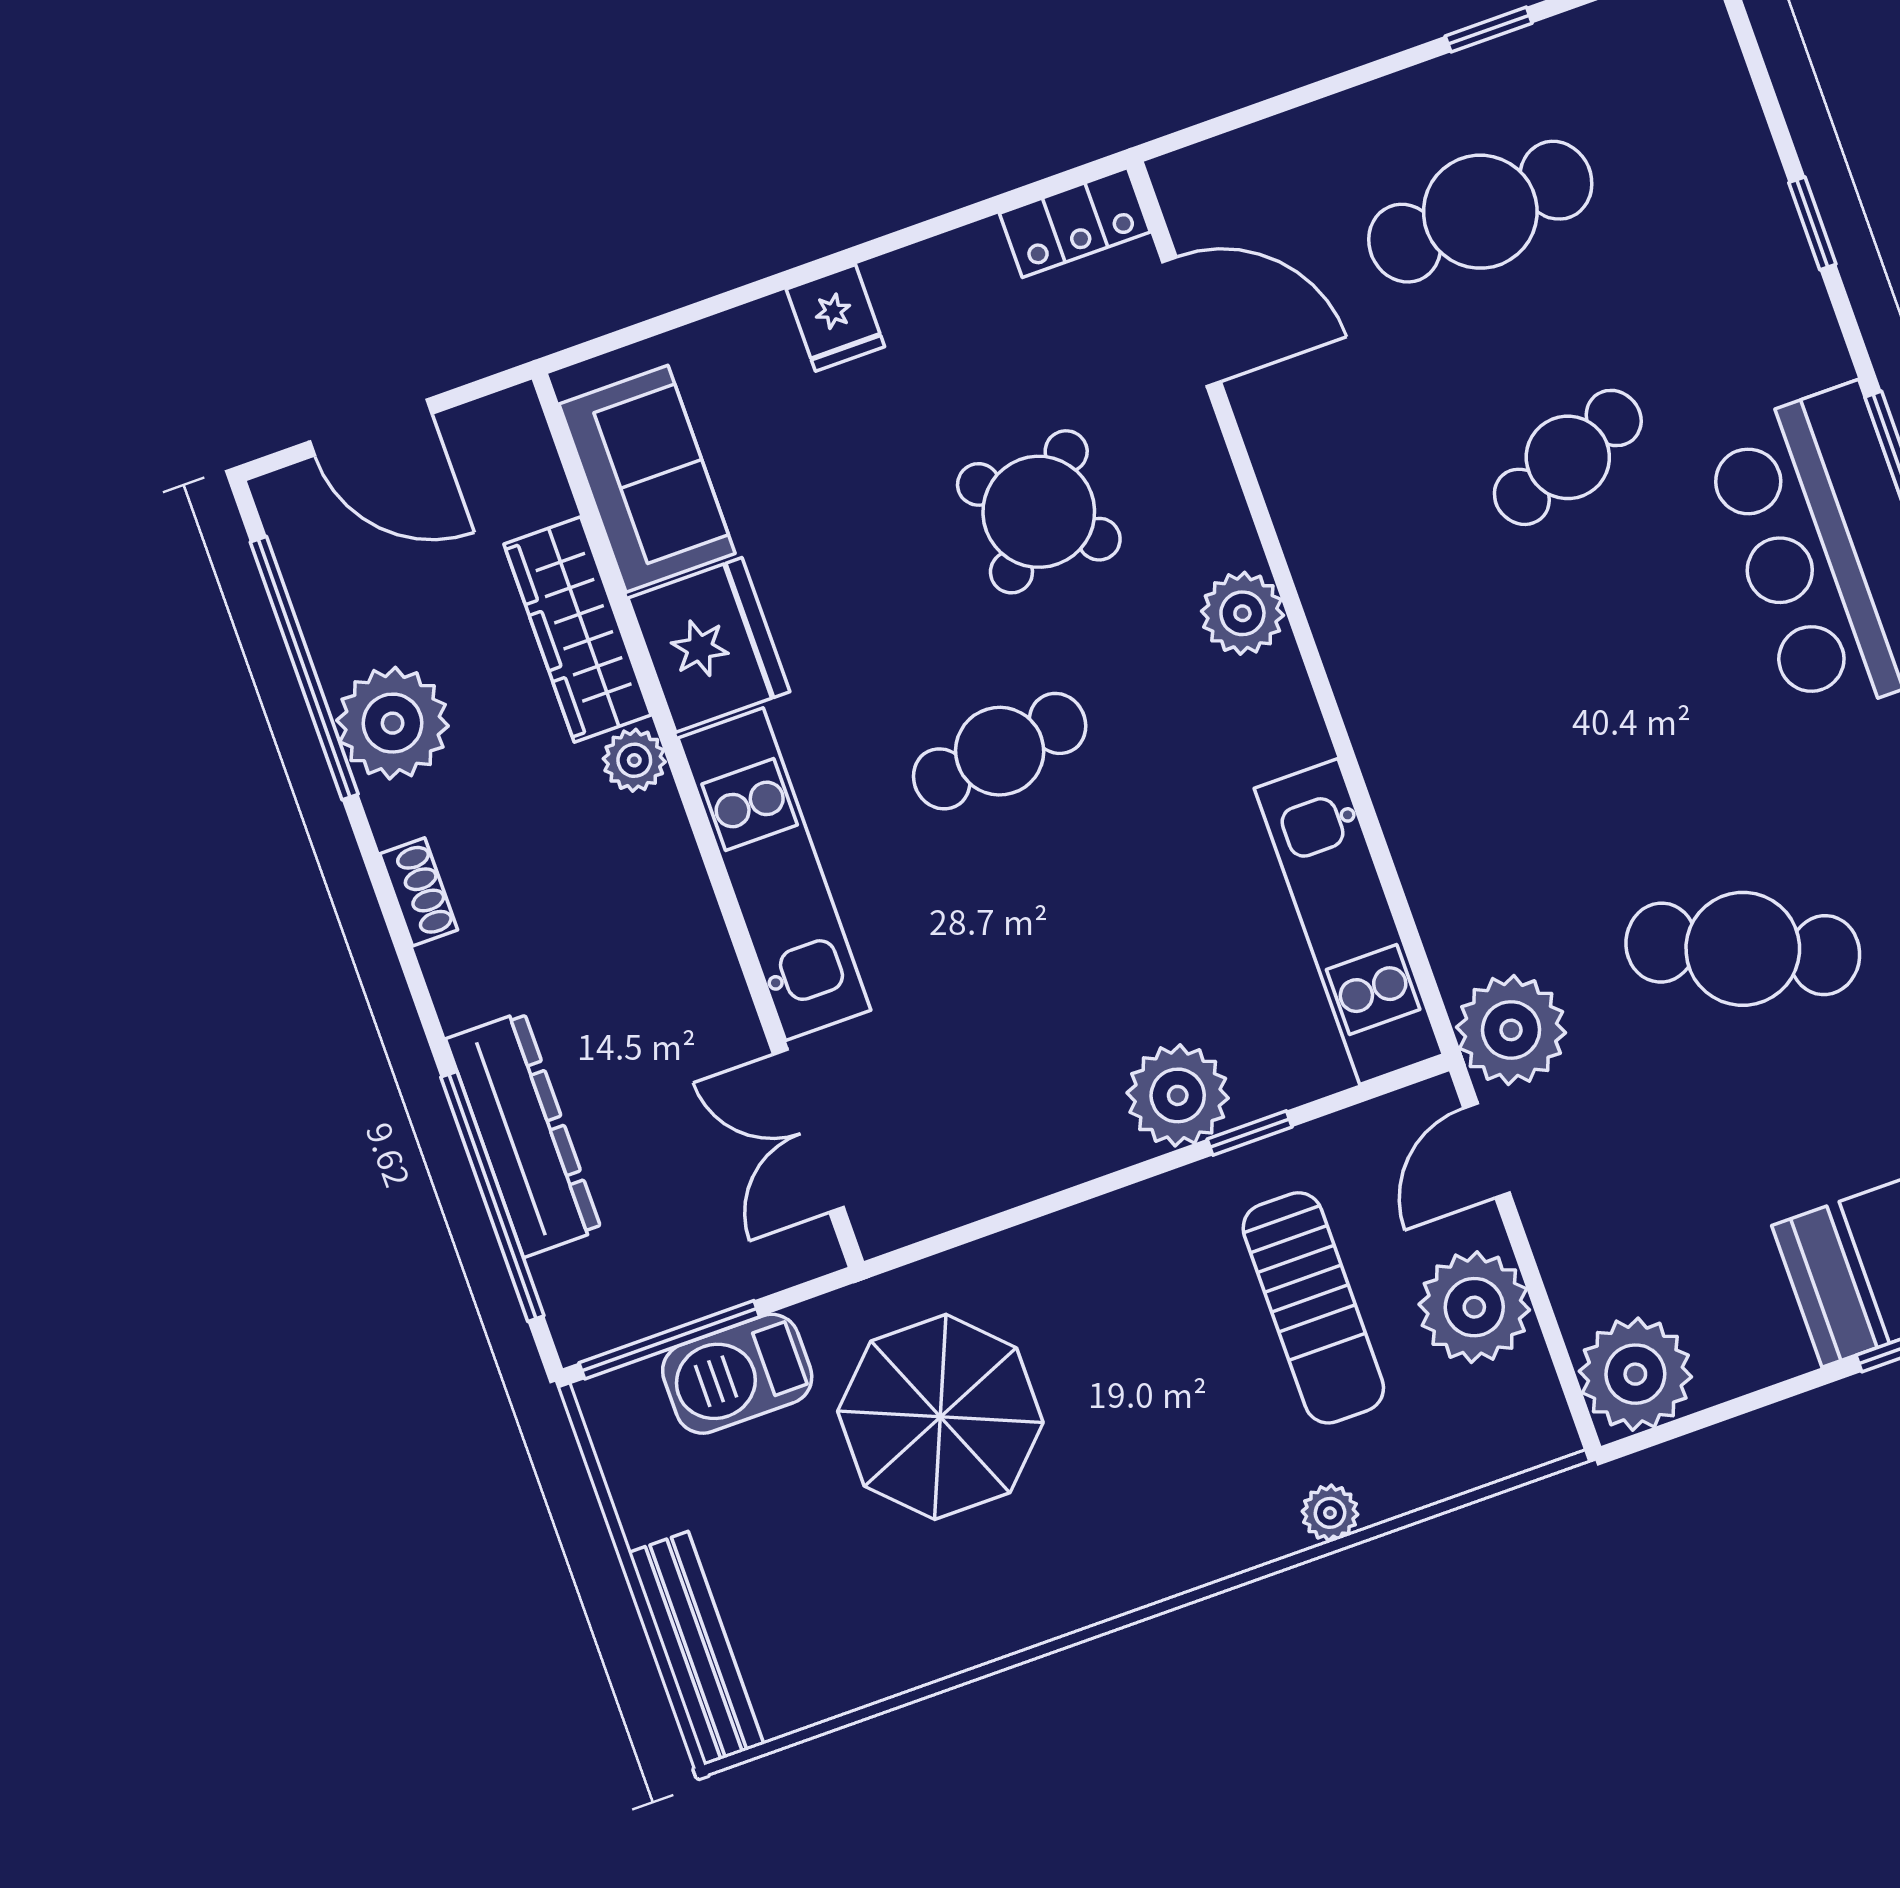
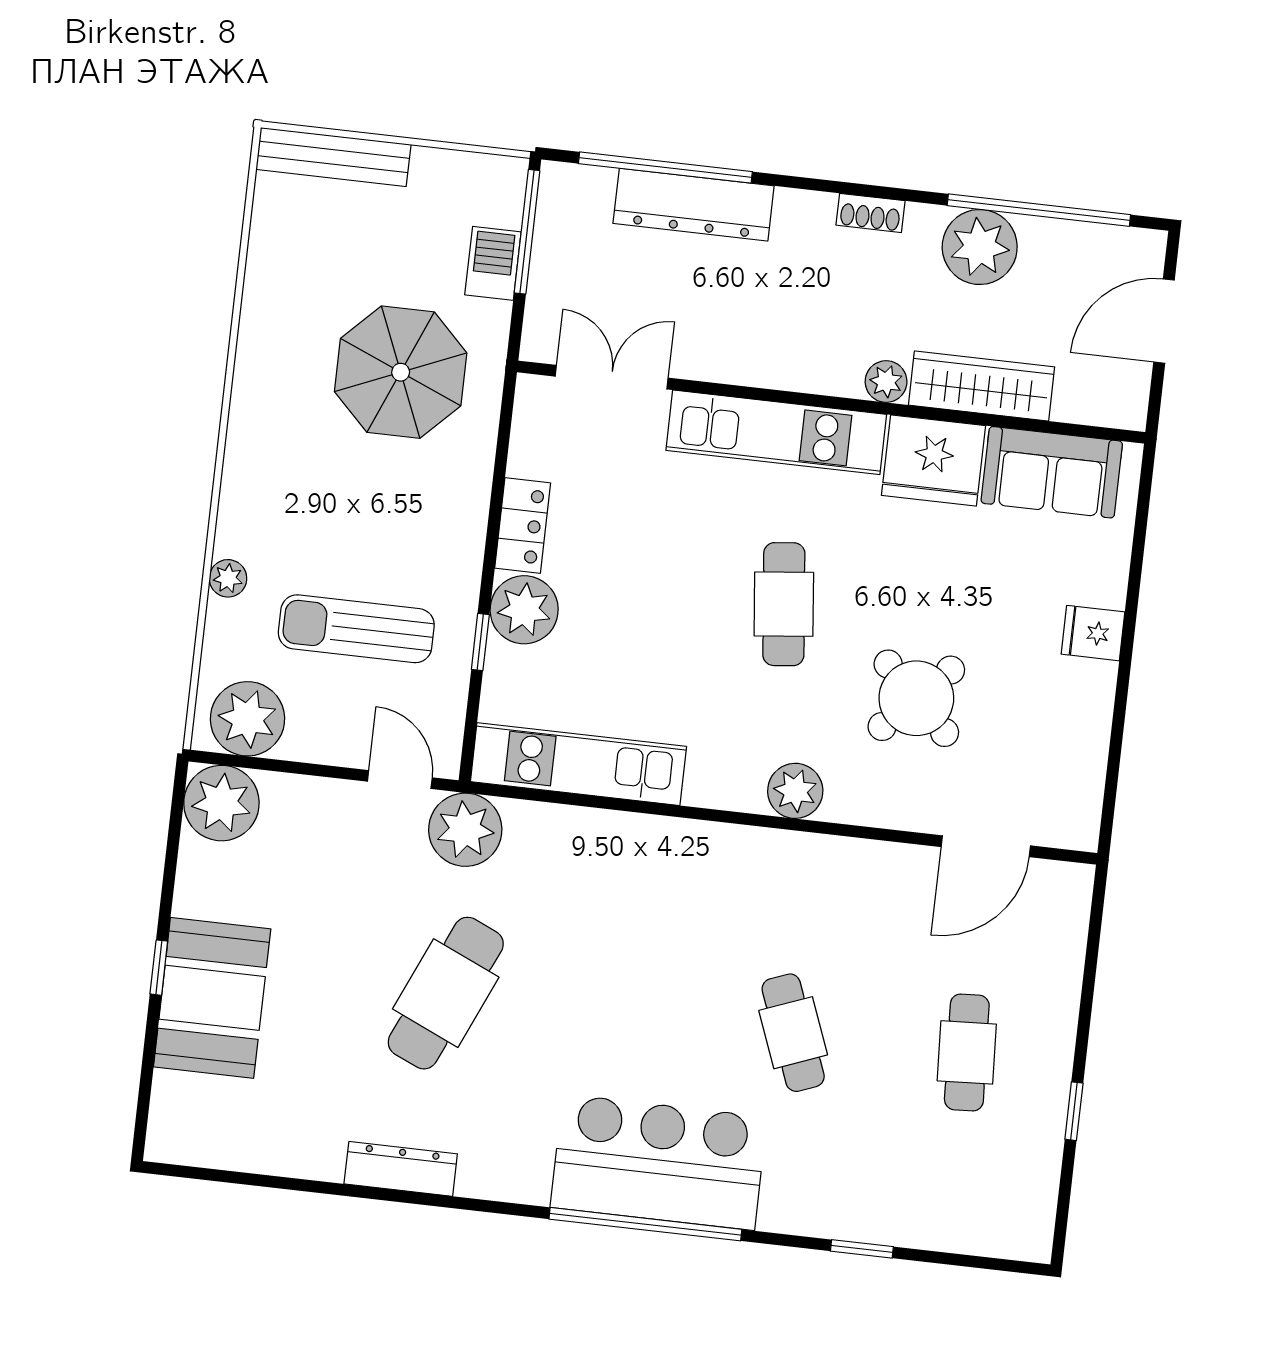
cafe table: (1480, 212) -> (967, 1052), width x0.73, depth x0.74
locker: (1075, 223) -> (523, 526), moved, turned 180
plant: (1474, 1307) -> (247, 719), moved
barbecue: (737, 1374) -> (493, 263), width x0.73, depth x0.79

